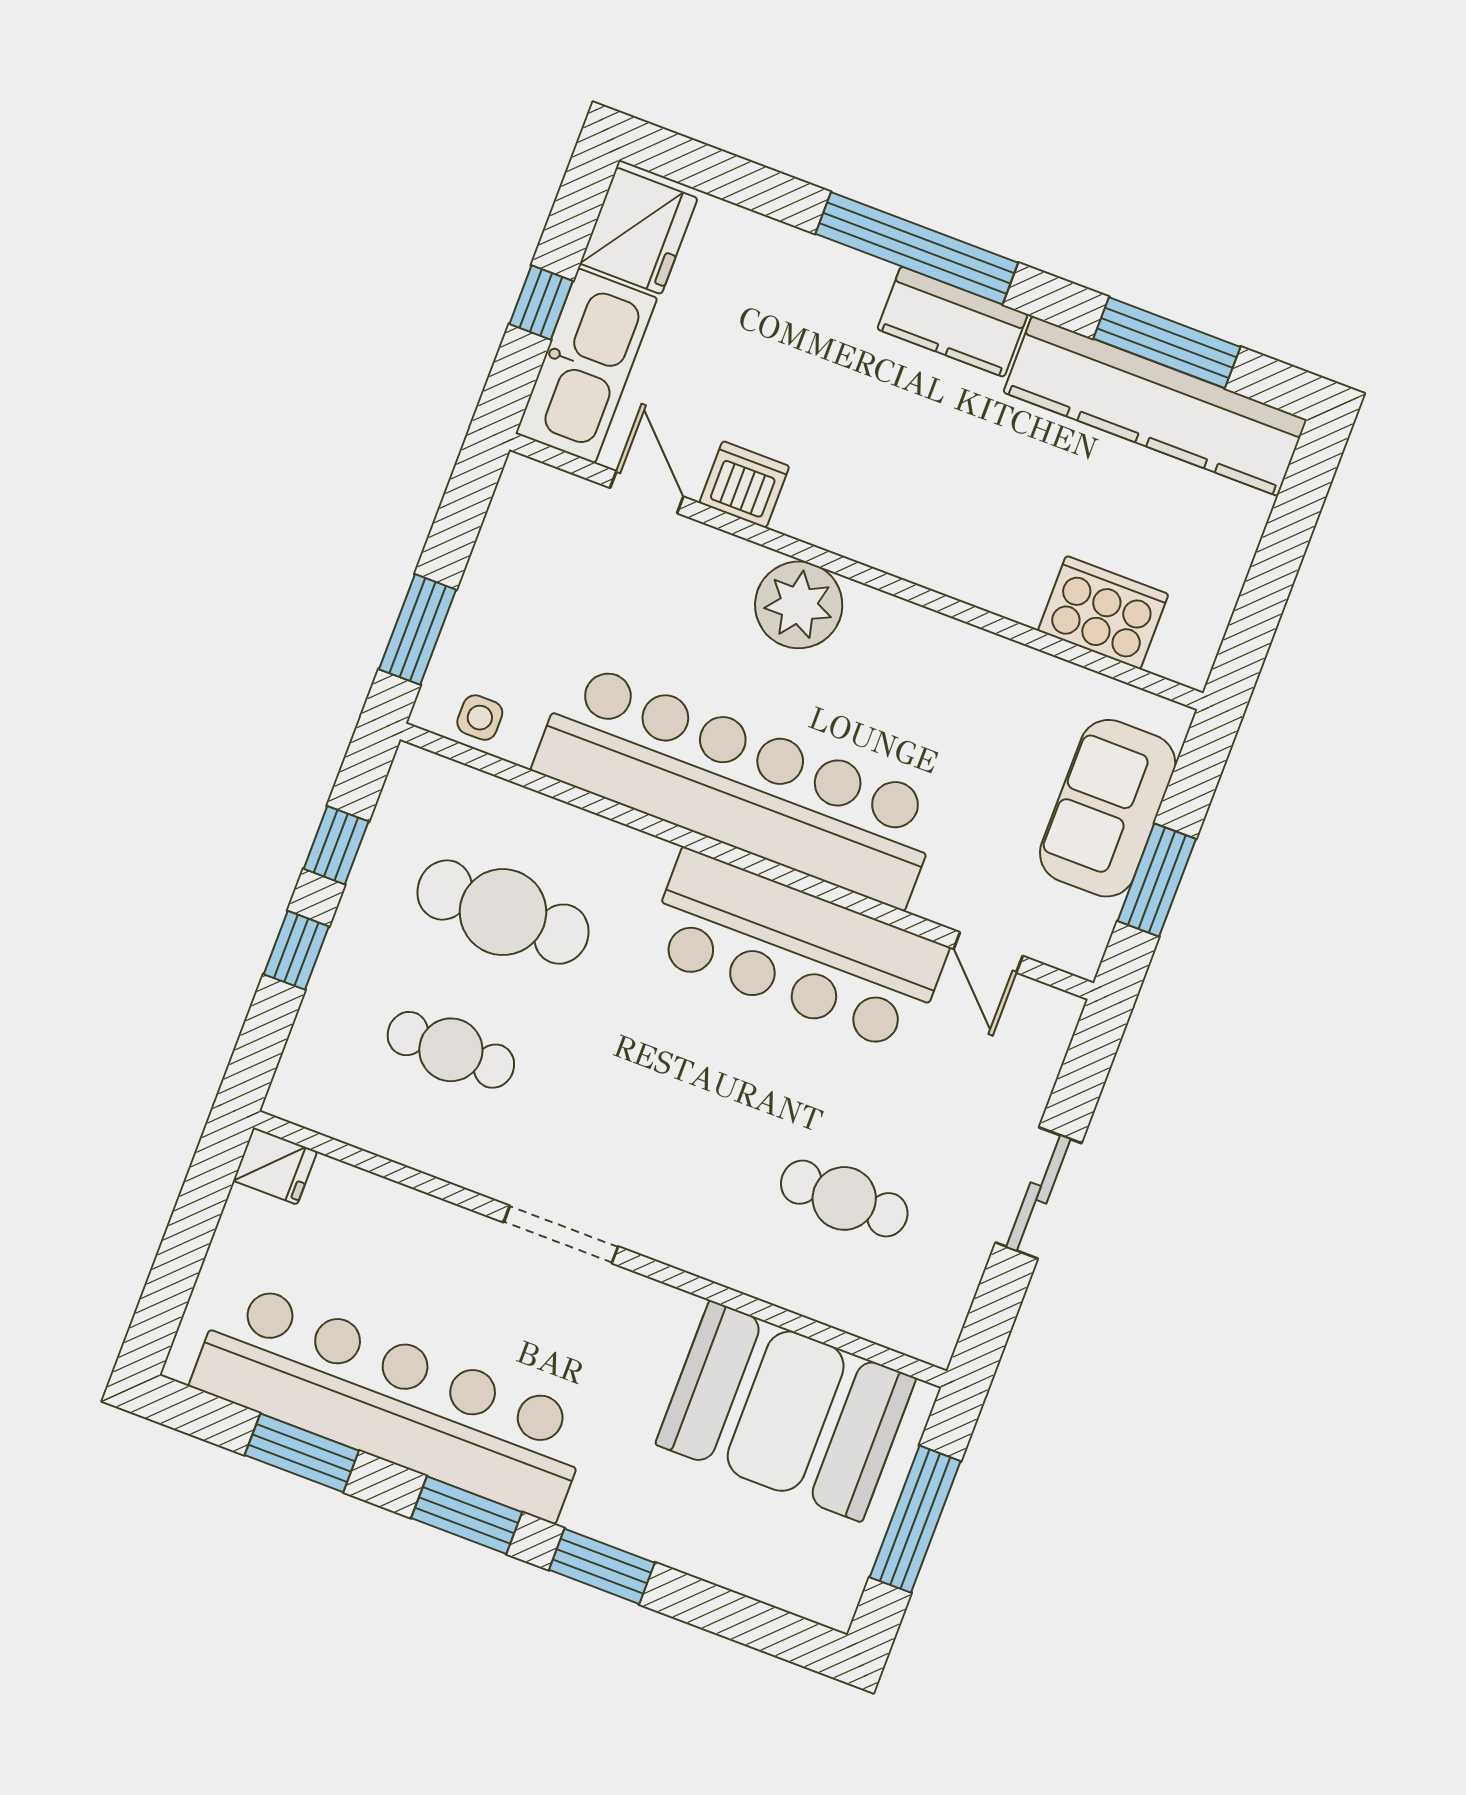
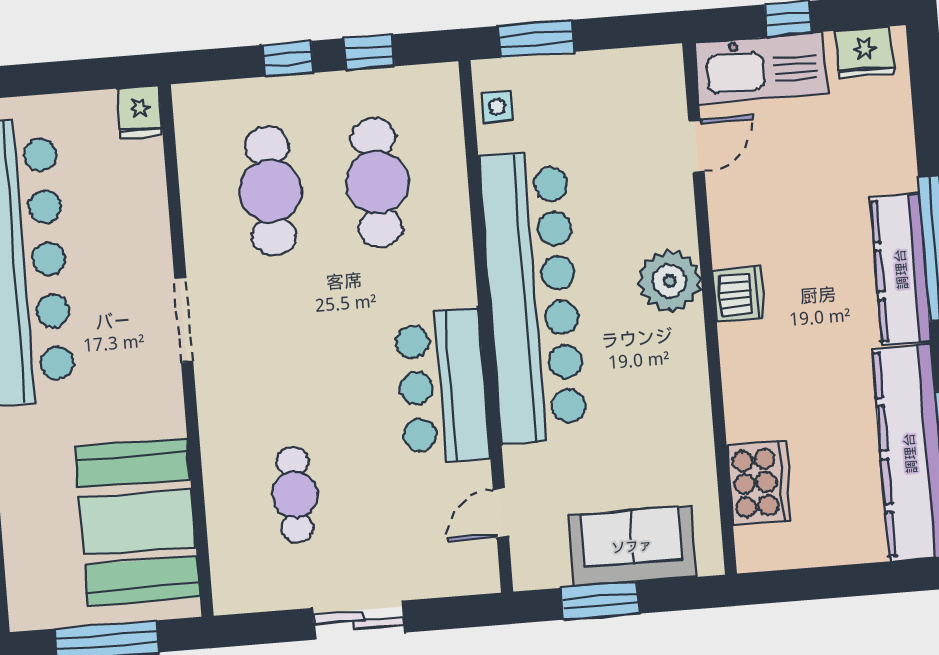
fridge: (639, 231) -> (865, 52), width x0.73, depth x0.75
kitchen counter: (952, 322) -> (901, 269), width x1.50
dishwasher: (744, 484) -> (739, 295), moved
bar counter: (796, 951) -> (442, 386), width x0.73
cafe table: (451, 1050) -> (271, 191), width x1.37, depth x1.35

